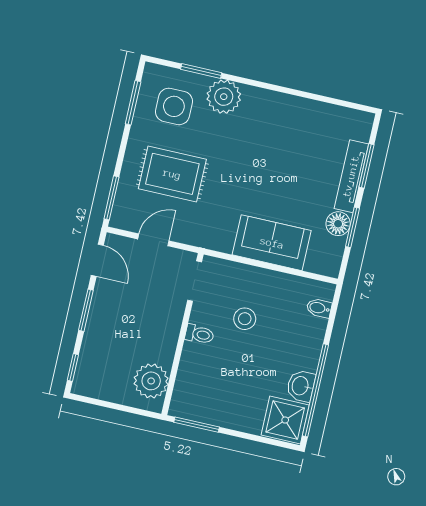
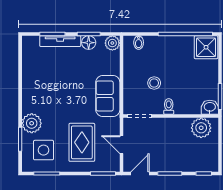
sofa: (272, 243) -> (108, 96), moved
plant: (328, 264) -> (112, 43), added
washbasin: (301, 386) -> (210, 107), moved, turned 180

